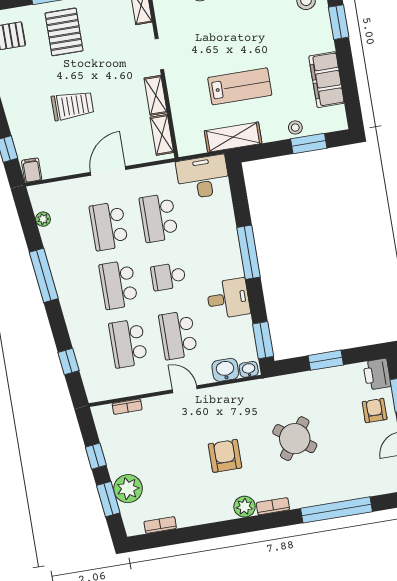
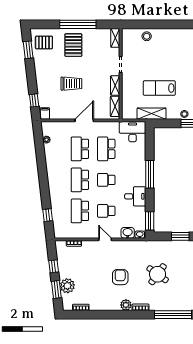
lab bench: (240, 86) -> (159, 88), turned 180
window: (44, 275) -> (42, 169), removed
school desk: (178, 335) -> (106, 211), width x0.54

